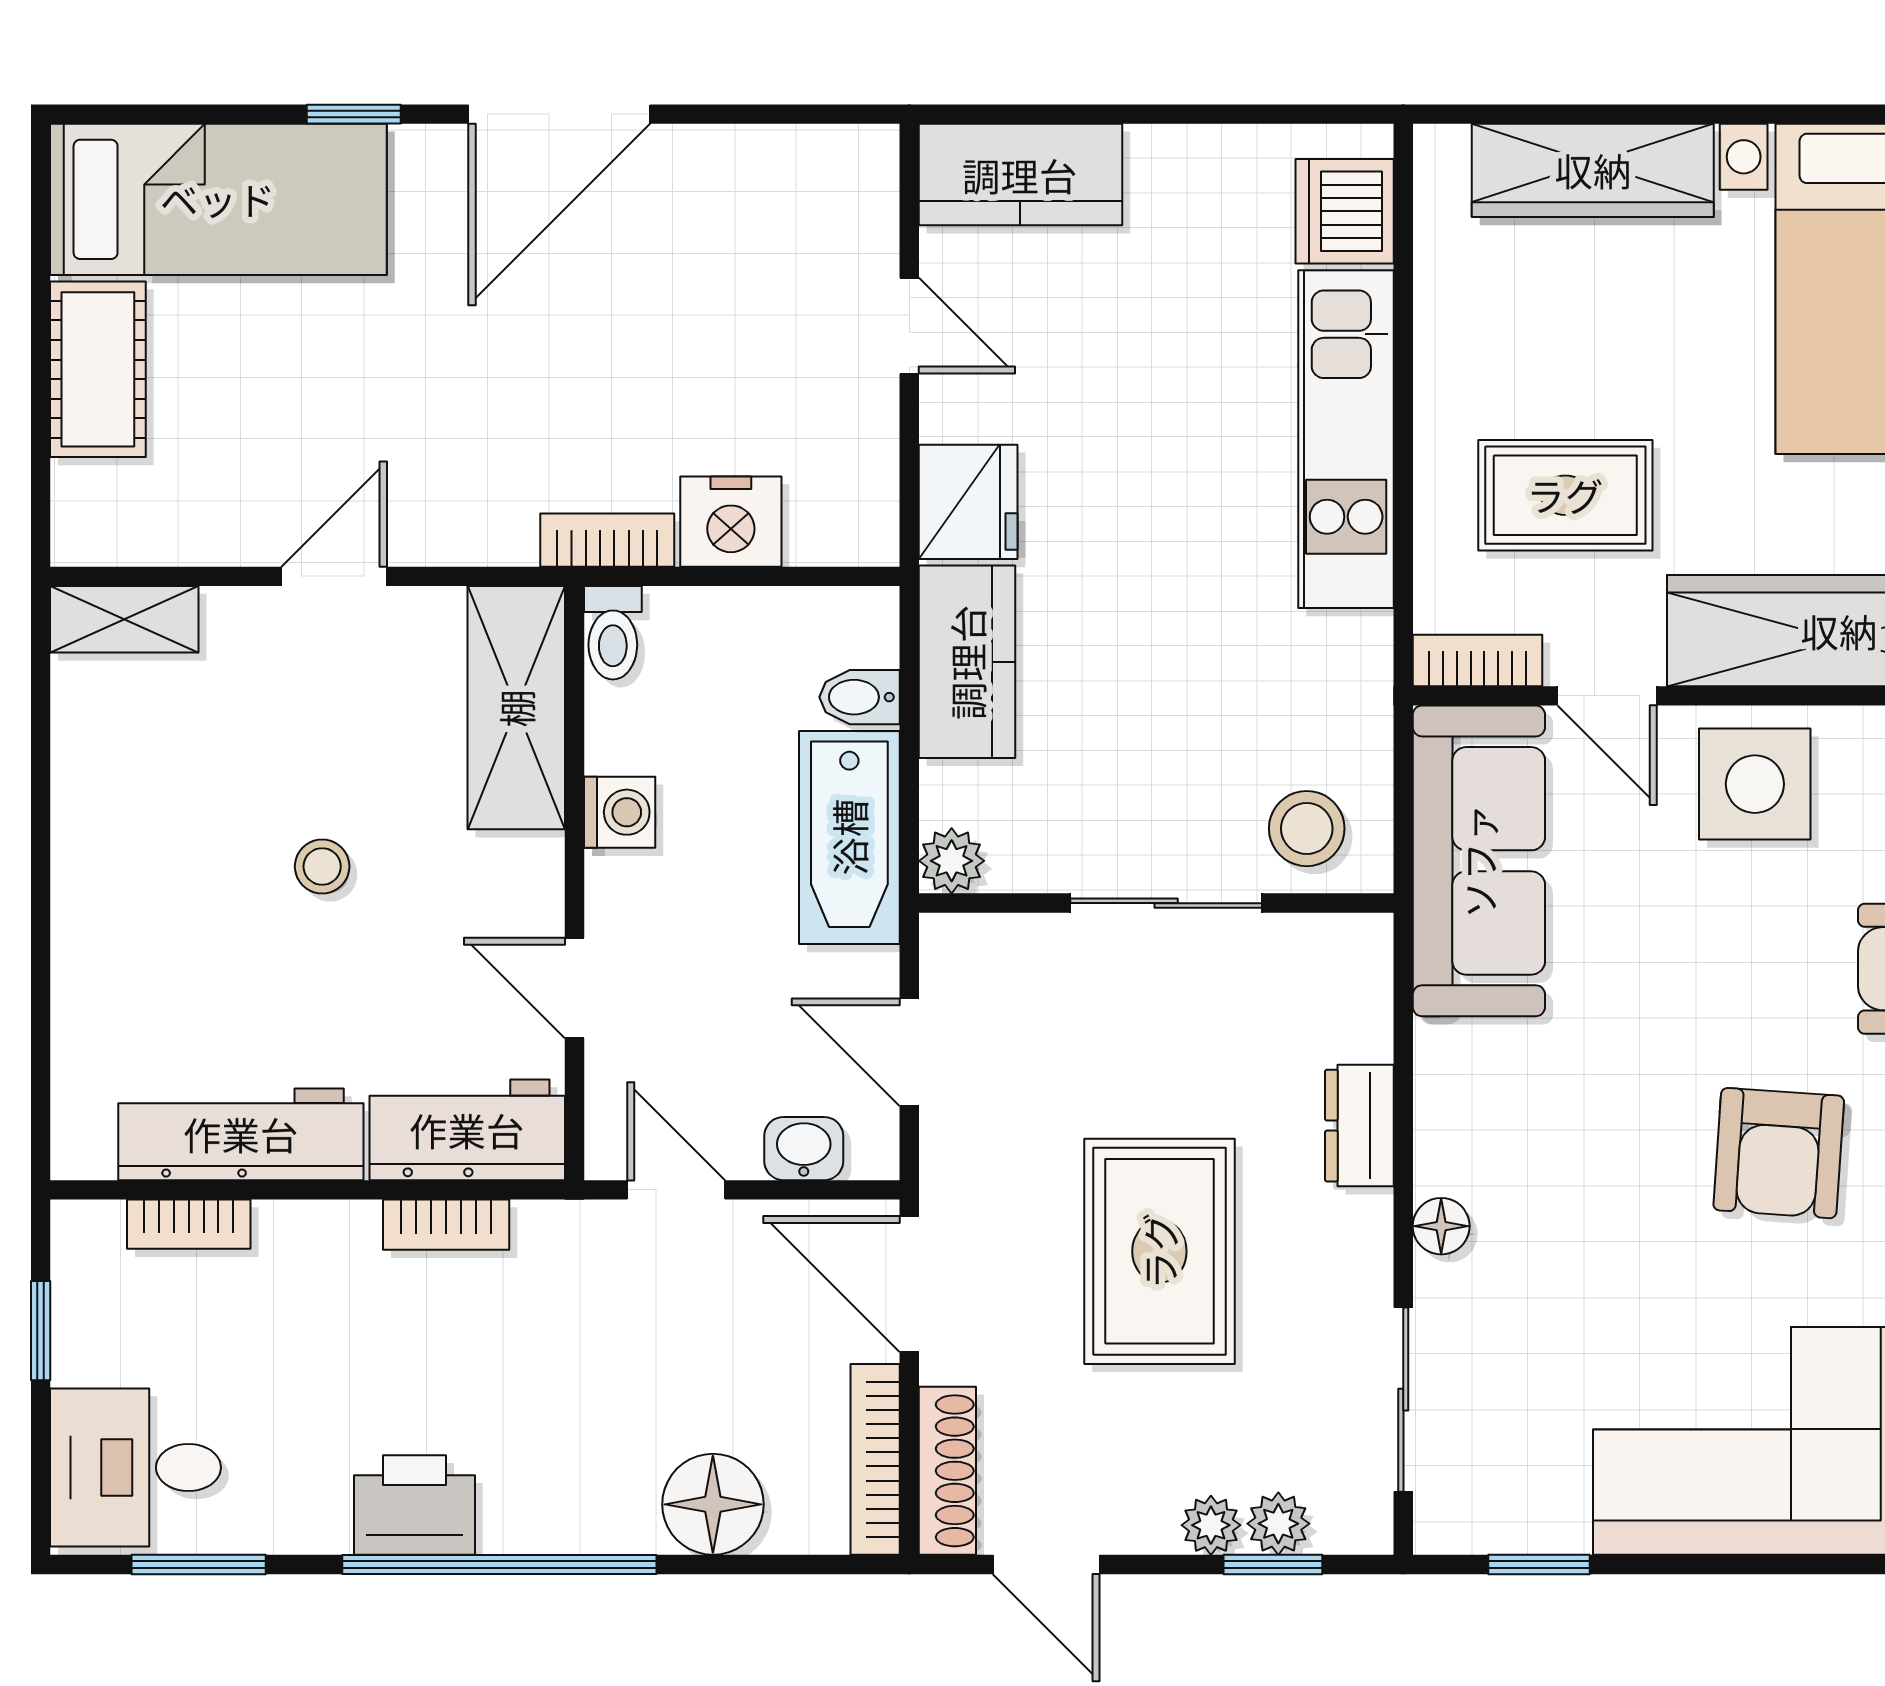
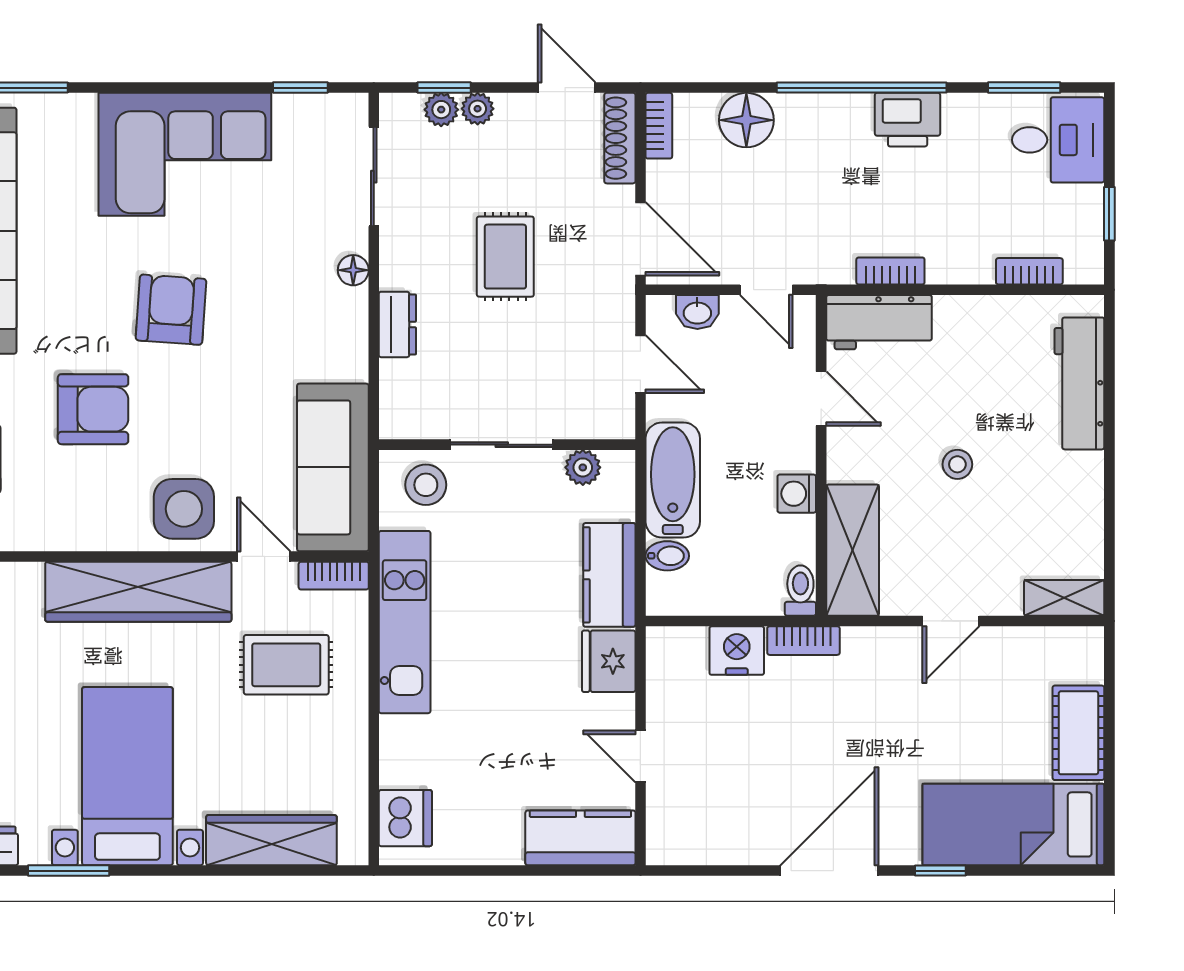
kitchen unit: (1346, 439) -> (405, 622), moved
plant: (952, 861) -> (583, 467), moved
workbench: (241, 1134) -> (1079, 383), moved, turned 90
rug: (1159, 1251) -> (505, 257), width x0.73, depth x0.70
bookcase: (875, 1459) -> (659, 126), width x0.64

